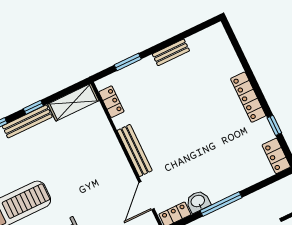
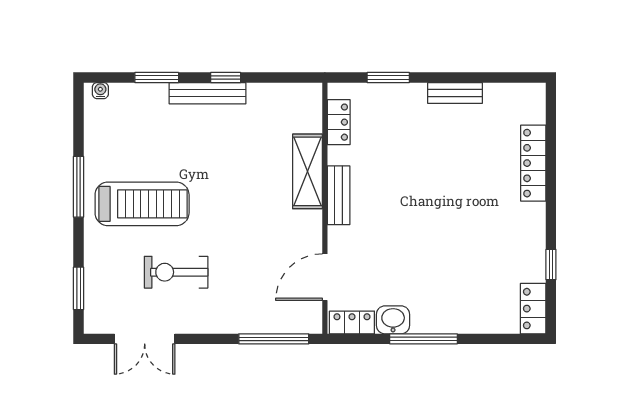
locker: (248, 97) -> (533, 163), moved
shelving: (73, 102) -> (307, 171), moved, turned 90
bench: (135, 150) -> (339, 195), width x0.73

